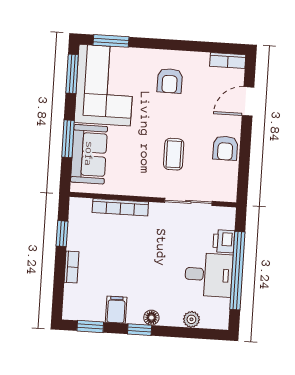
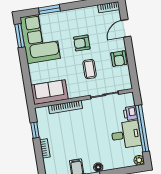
window: (111, 41) -> (49, 9), moved
armchair: (170, 81) -> (82, 43), moved, turned 90
window: (68, 139) -> (26, 74), removed
sofa: (89, 154) -> (50, 92), moved, turned -90
plant: (191, 319) -> (139, 160), moved

